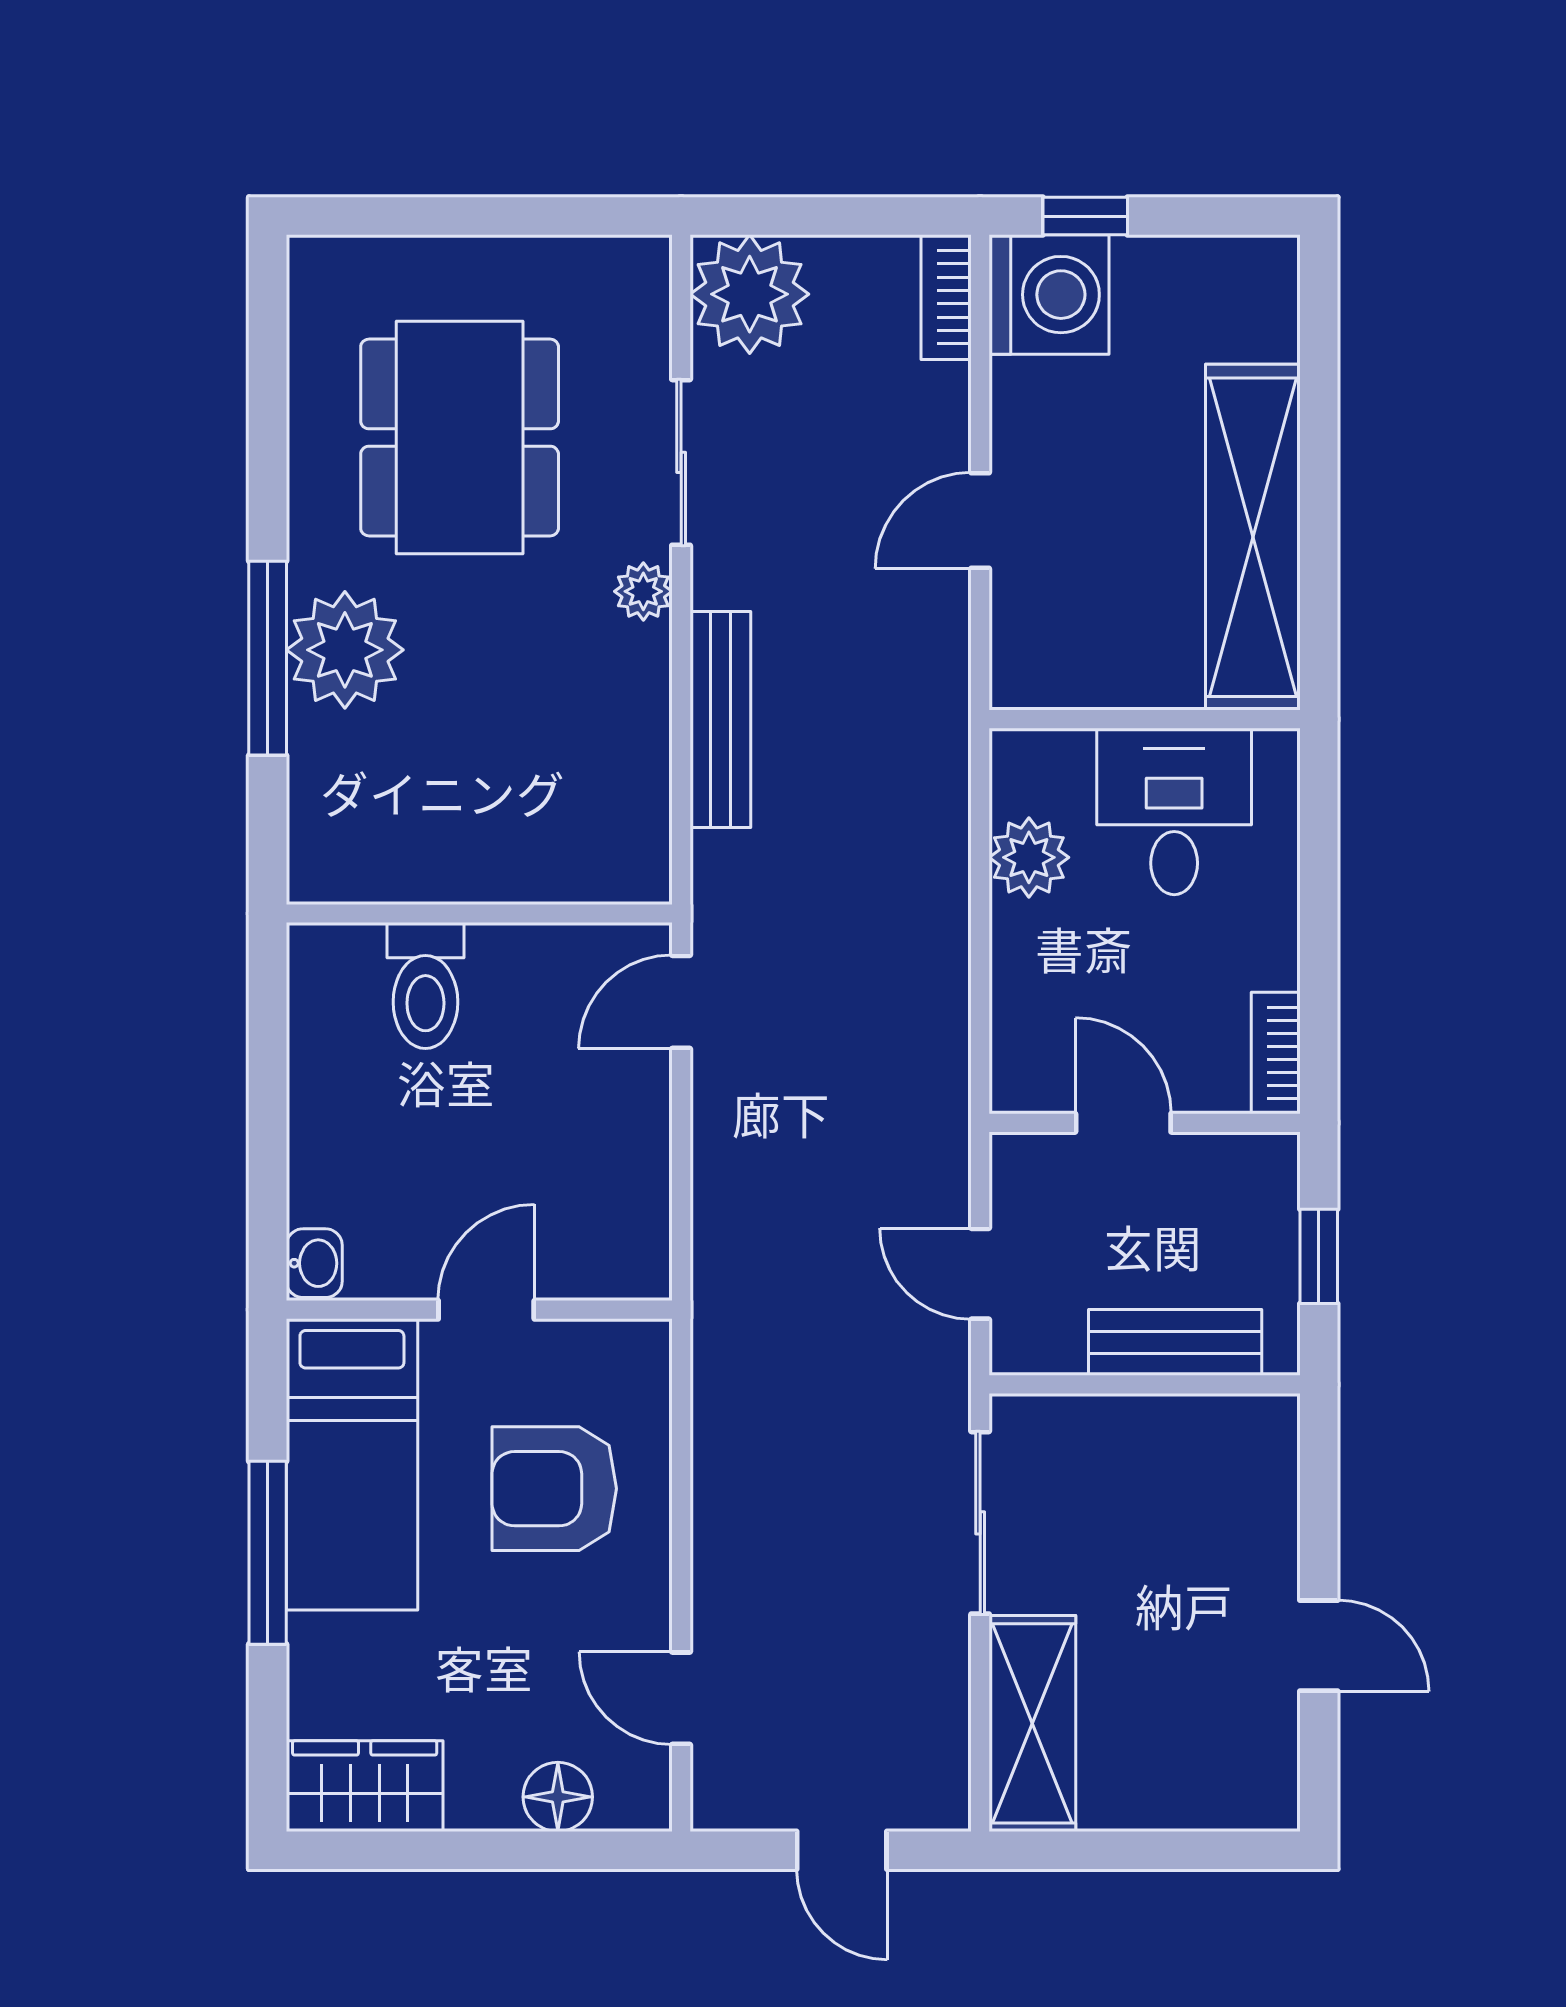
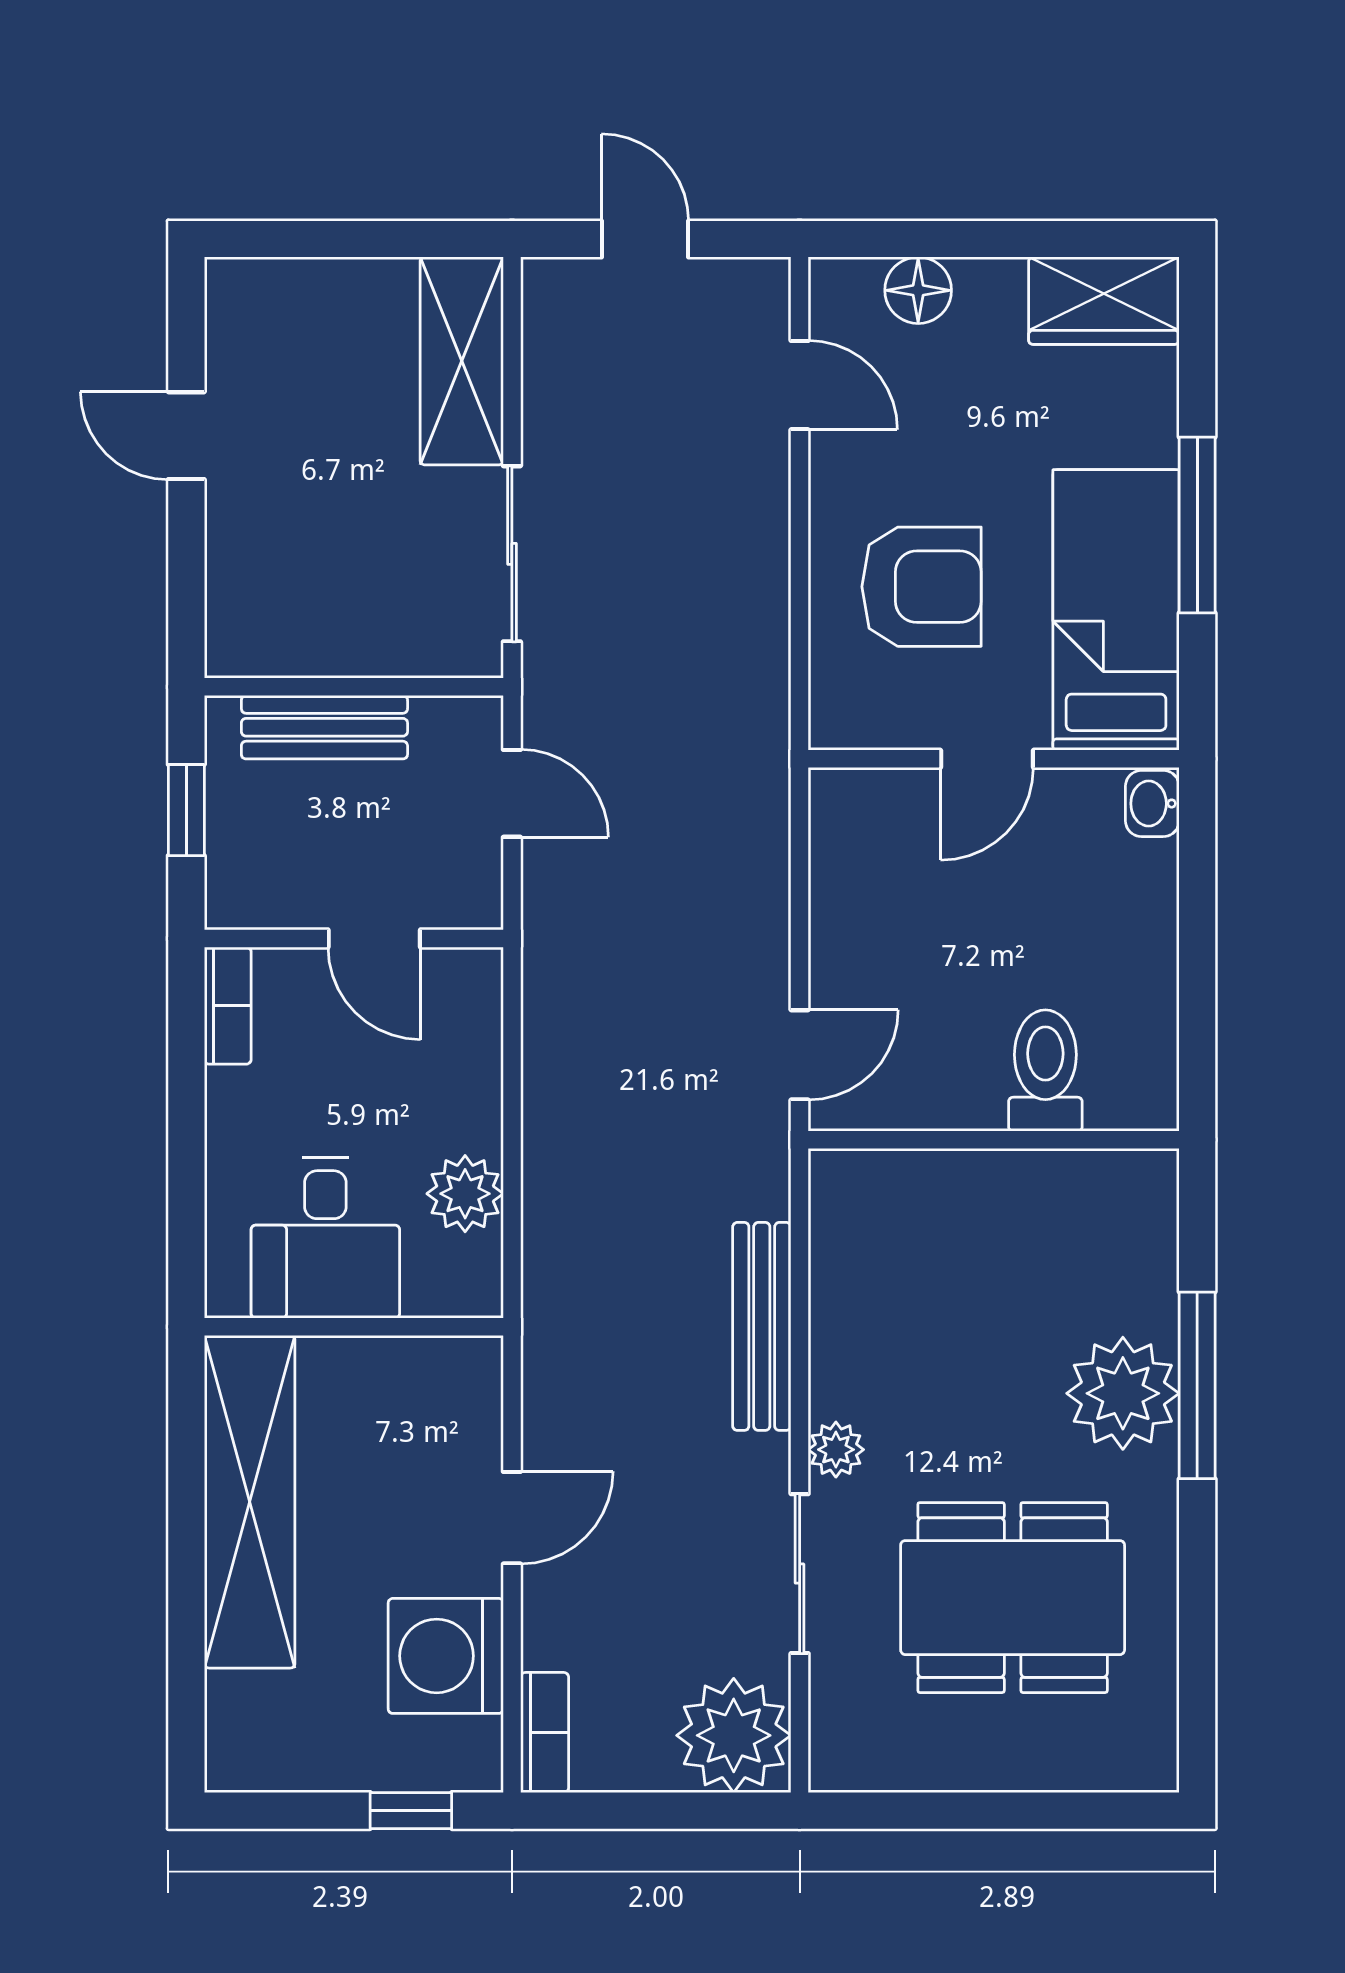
washing machine: (1049, 295) -> (446, 1656), moved
dining table: (460, 438) -> (1013, 1598), turned 90

